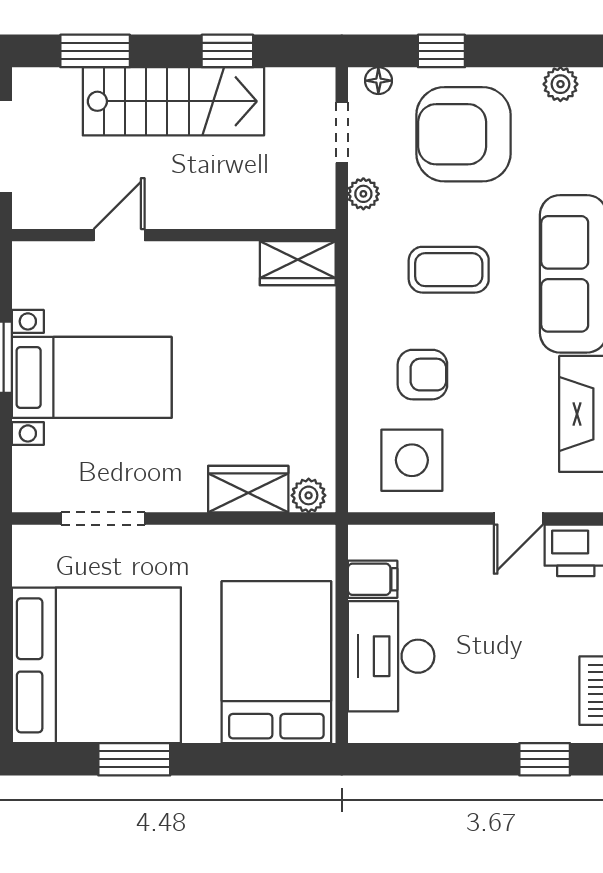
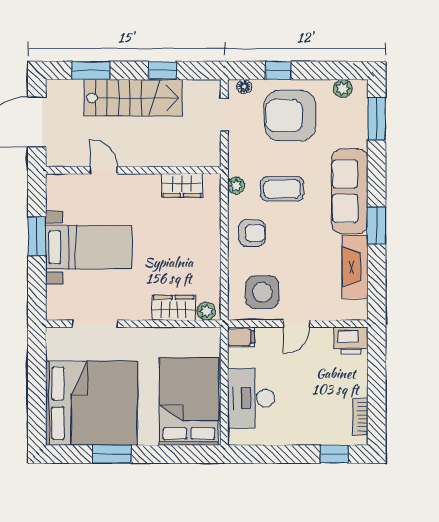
plant: (363, 194) -> (236, 186), moved
door: (119, 235) -> (104, 170), hinge flipped
wardrobe: (298, 263) -> (182, 185), moved
armchair: (422, 375) -> (252, 233), moved
door: (518, 518) -> (297, 324), moved
filing cabinet: (373, 579) -> (241, 337), moved

